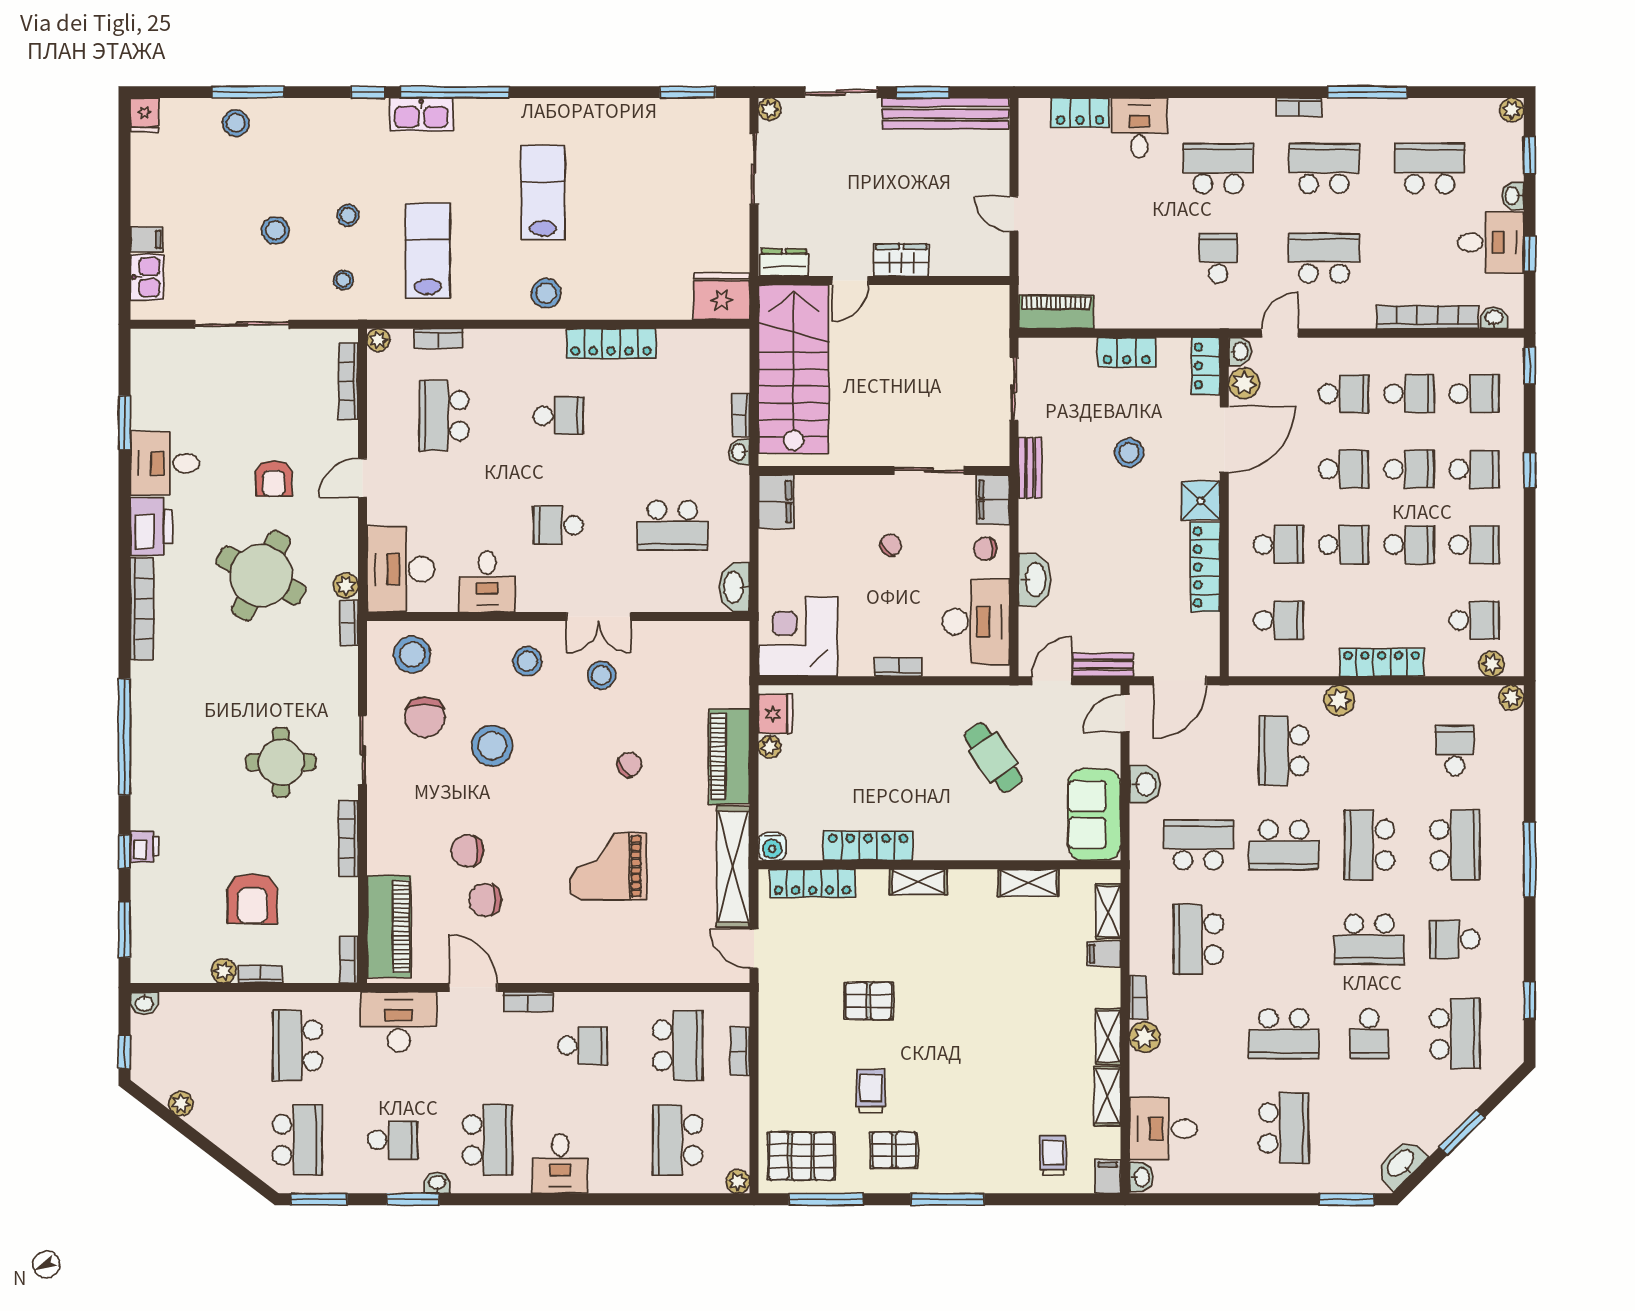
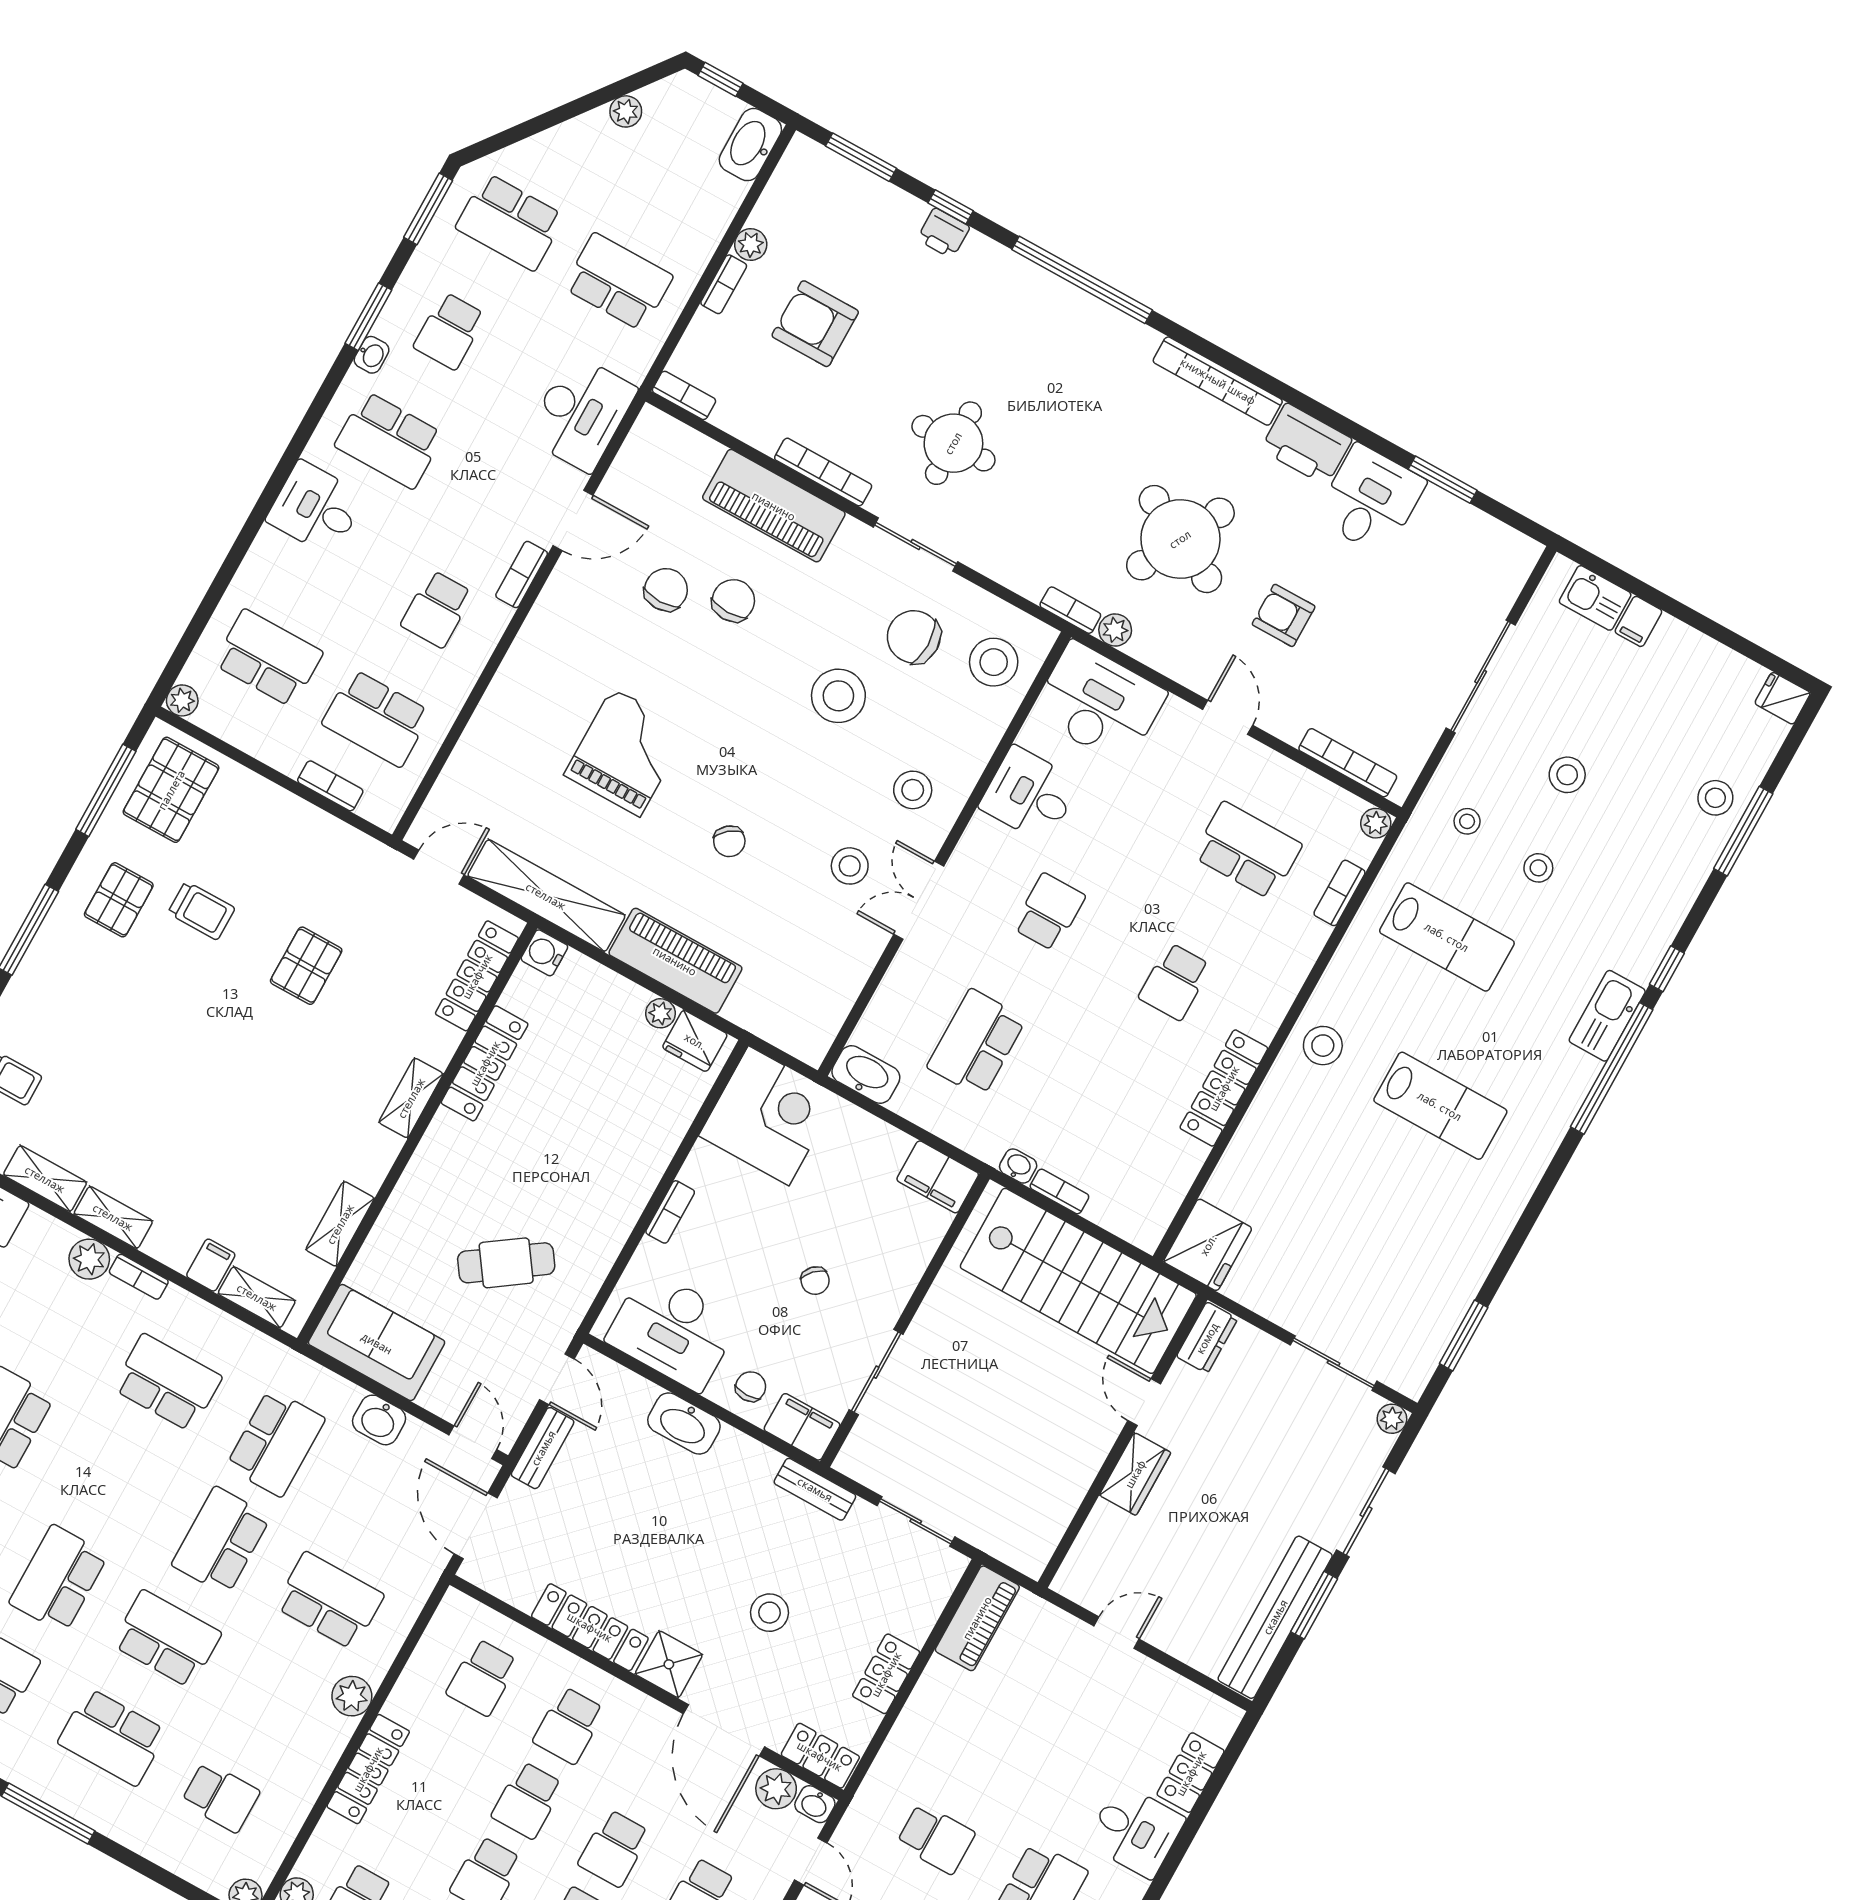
piano: (389, 927) -> (774, 506), moved
washbasin: (144, 1003) -> (750, 145), width x1.91, depth x1.45

